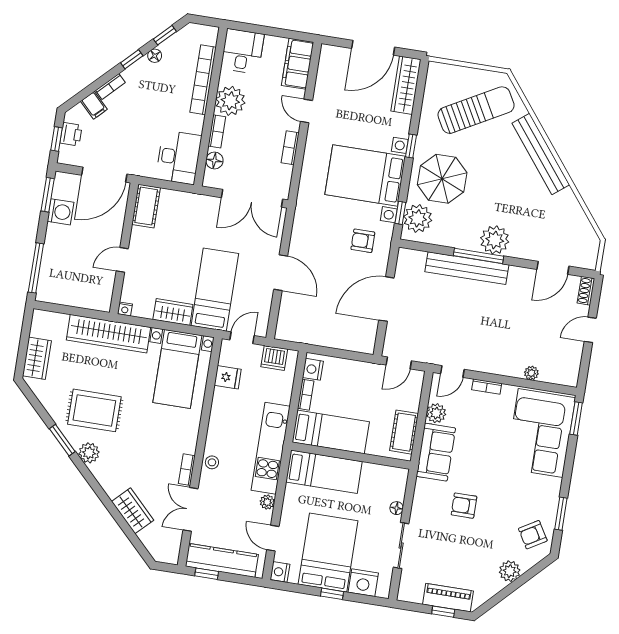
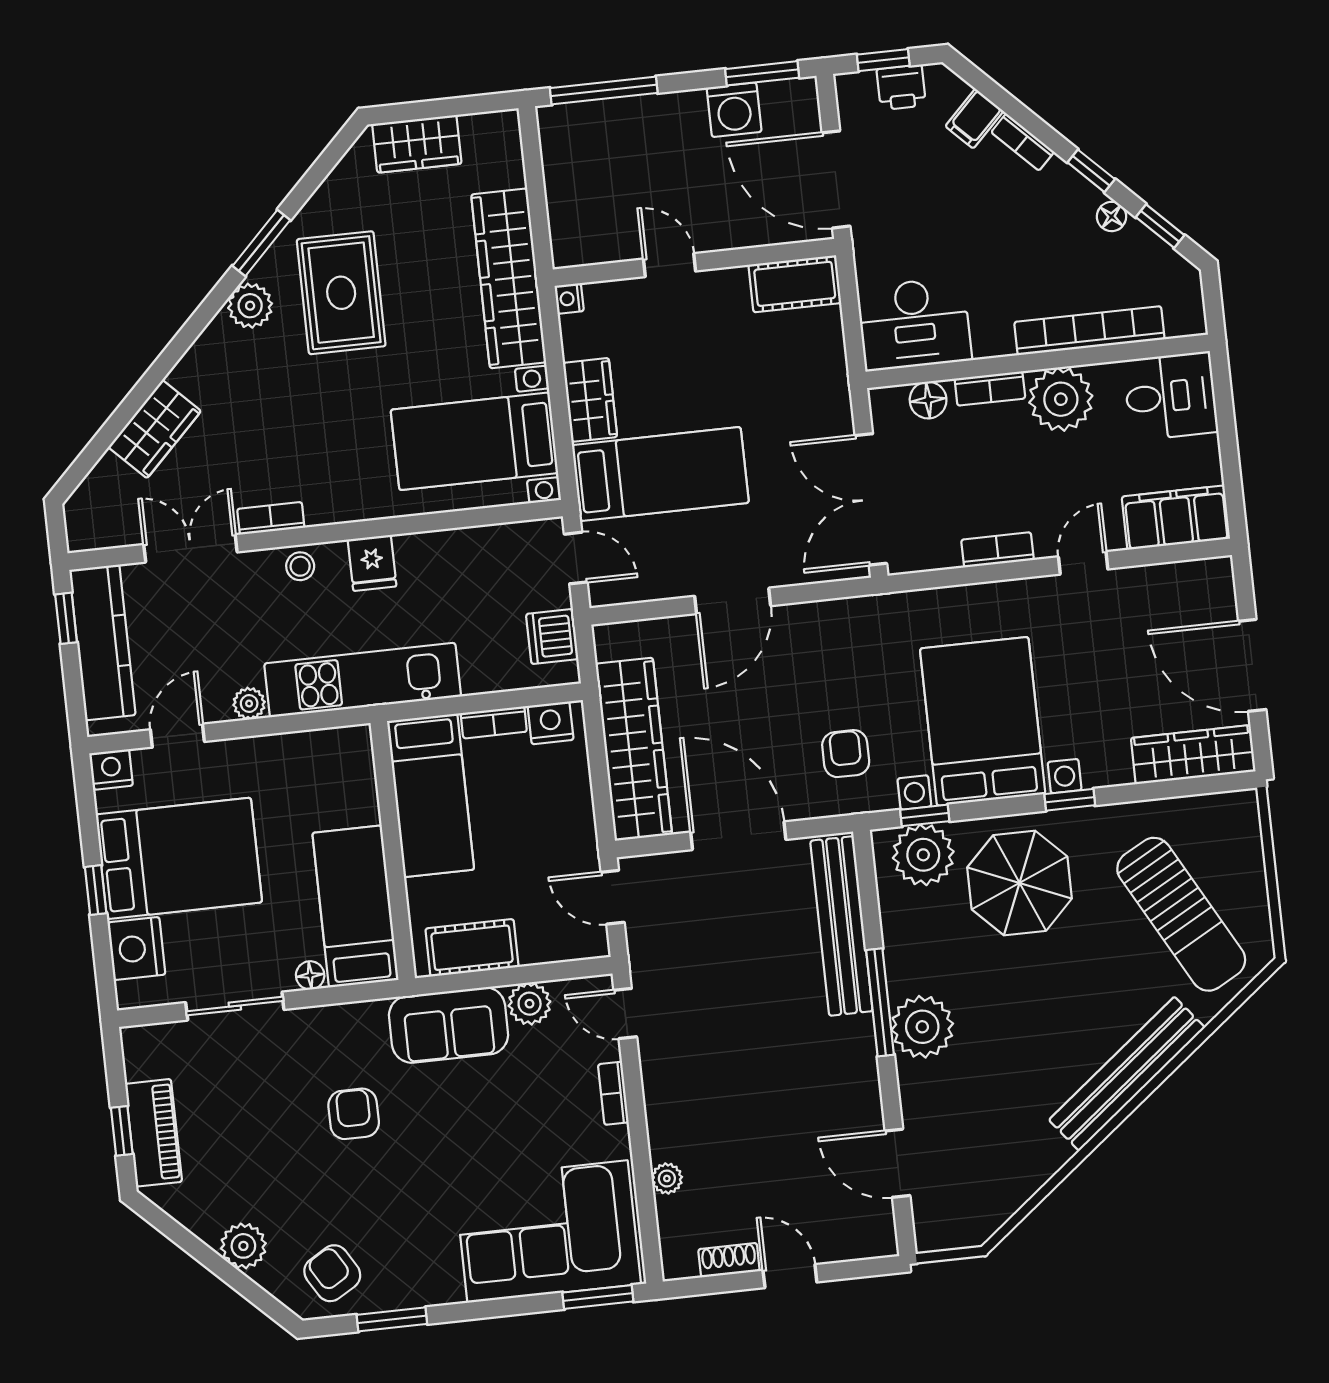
bench: (467, 268) -> (841, 926), moved
shoe rack: (586, 291) -> (729, 1260), moved
wardrobe: (335, 335) -> (634, 749), added
fridge: (228, 377) -> (372, 563), moved
bed: (324, 472) -> (355, 906), moved, turned 180

